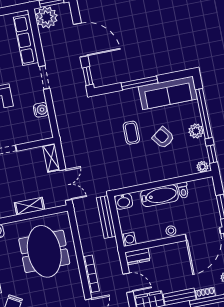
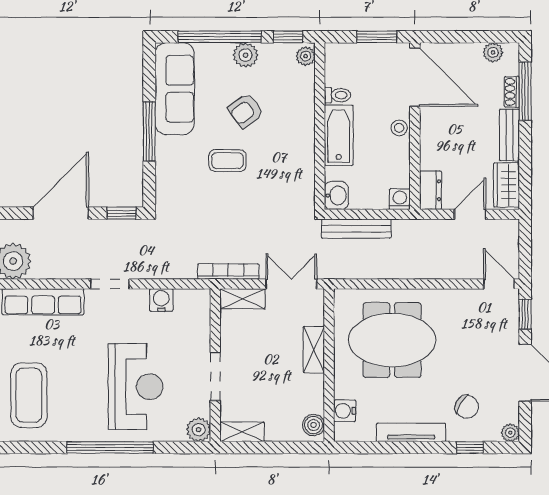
bookcase: (91, 274) -> (228, 271), moved

